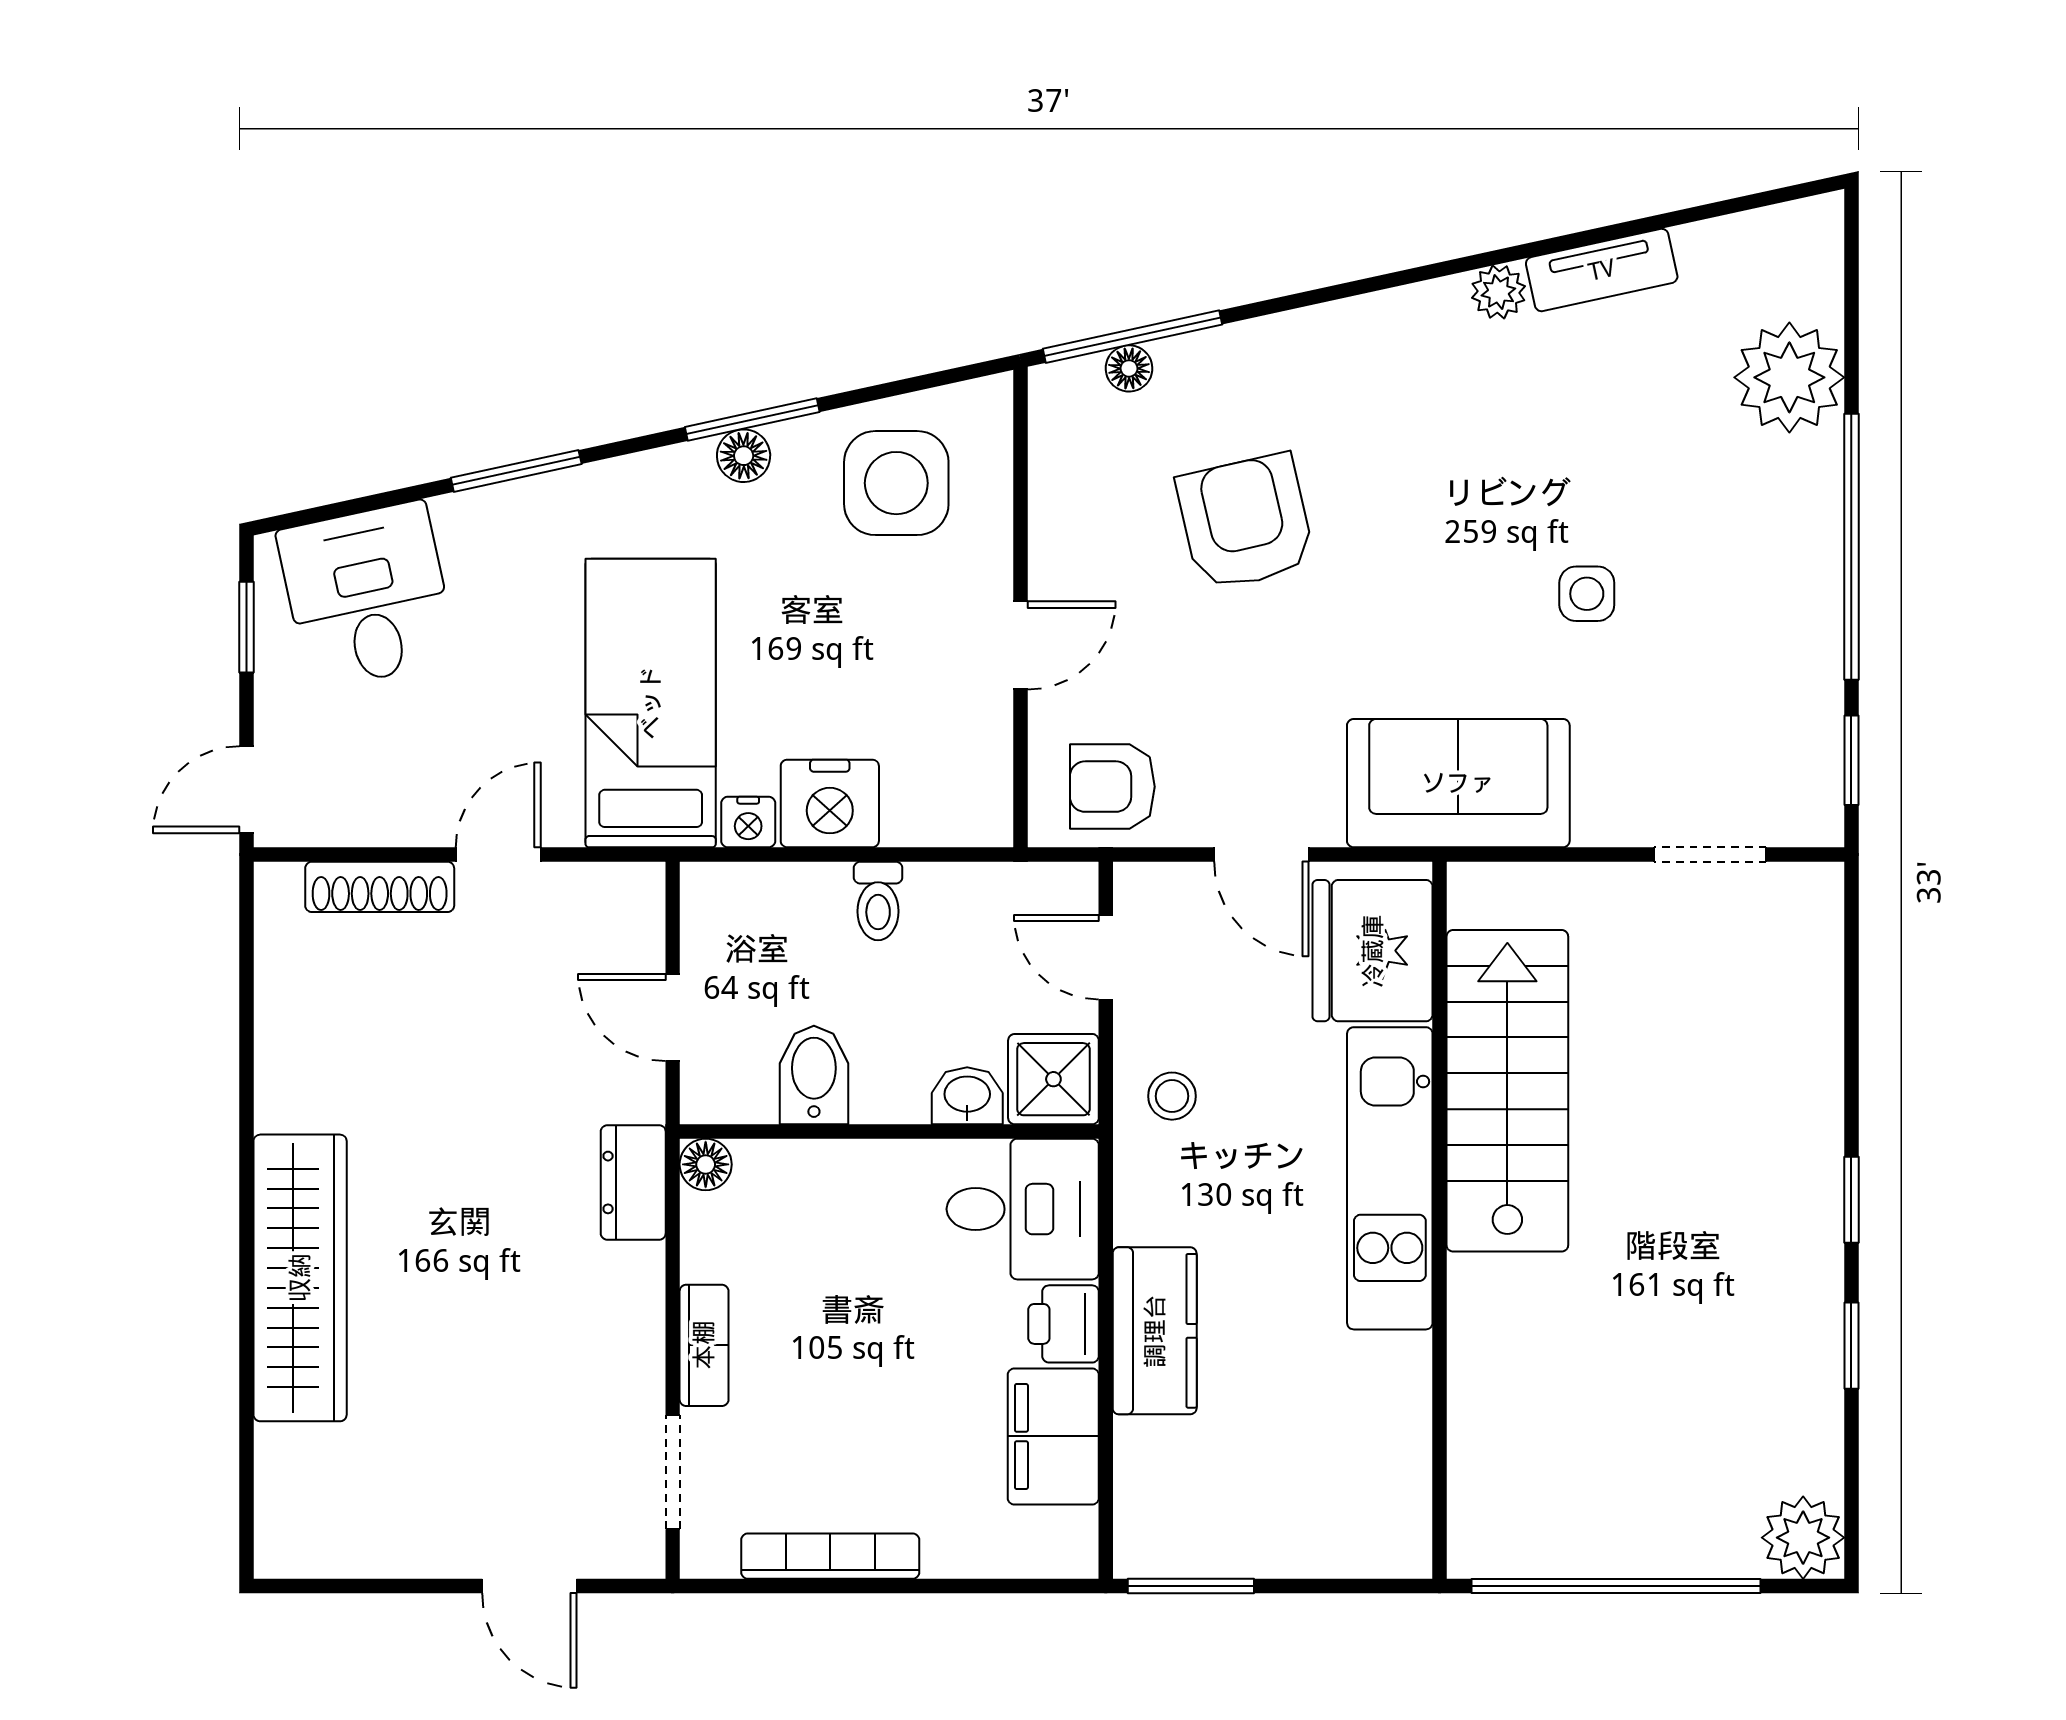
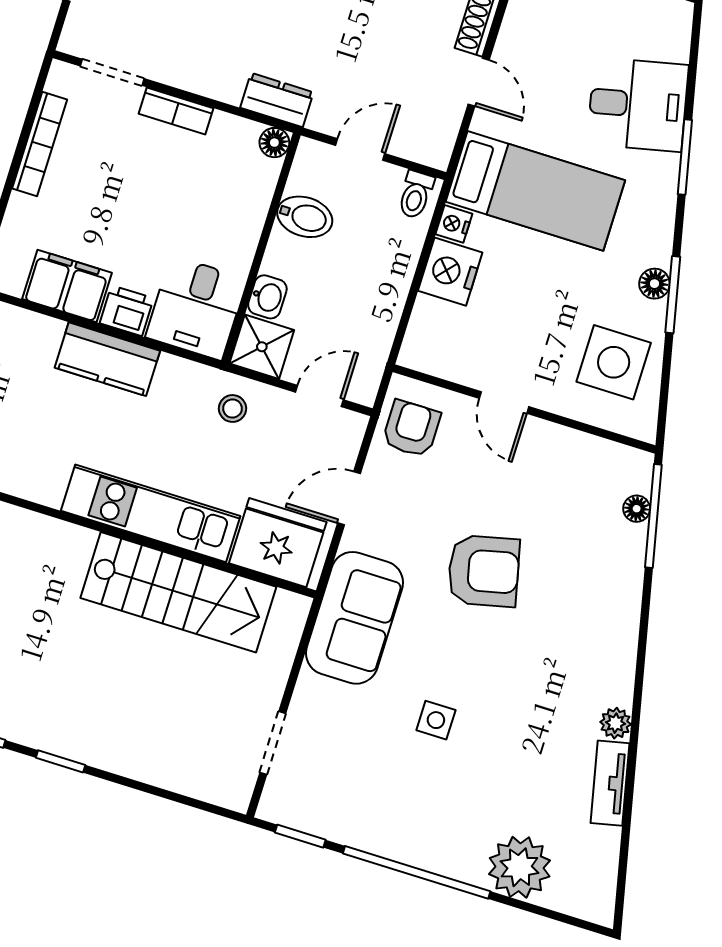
armchair: (1246, 522) -> (484, 571), moved
desk: (367, 596) -> (638, 105), moved
toilet: (878, 901) -> (416, 195), moved, turned -90

